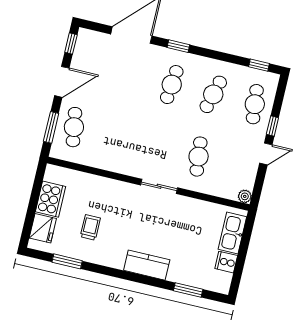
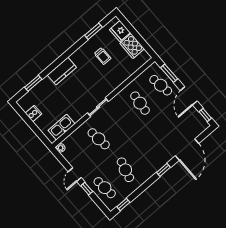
cafe table: (172, 85) -> (140, 103), moved
kitchen sink: (232, 233) -> (62, 127), moved, turned -90

